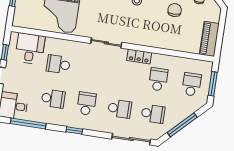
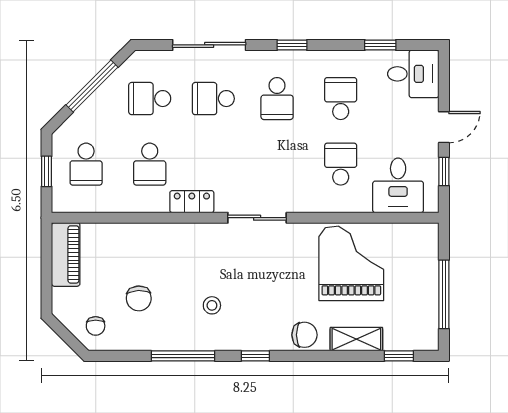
school desk: (58, 64) -> (341, 164), turned -90
window: (213, 84) -> (47, 171), width x0.67
school desk: (53, 99) -> (341, 99), turned 90
window: (28, 124) -> (380, 45), width x0.46
sliding door: (131, 139) -> (209, 45), moved

